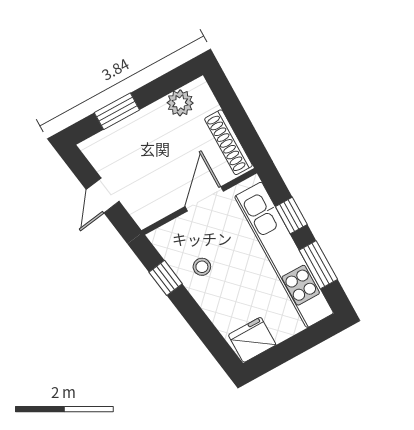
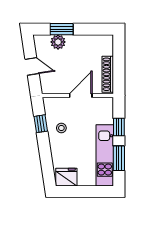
plant: (180, 103) -> (58, 42), moved
door: (103, 195) -> (32, 66), swing flipped
kitchen unit: (284, 255) -> (105, 155), width x0.73

